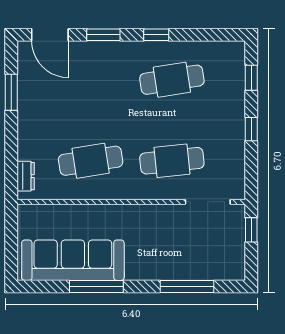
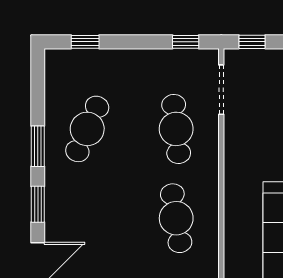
window: (156, 35) -> (38, 146), width x1.50
cafe table: (172, 80) -> (87, 129), turned 33
window: (251, 129) -> (186, 42), moved

